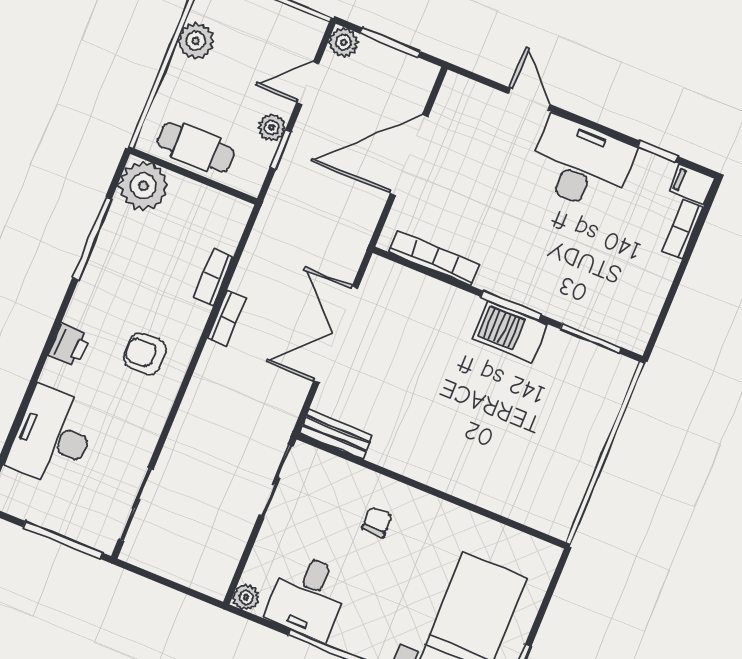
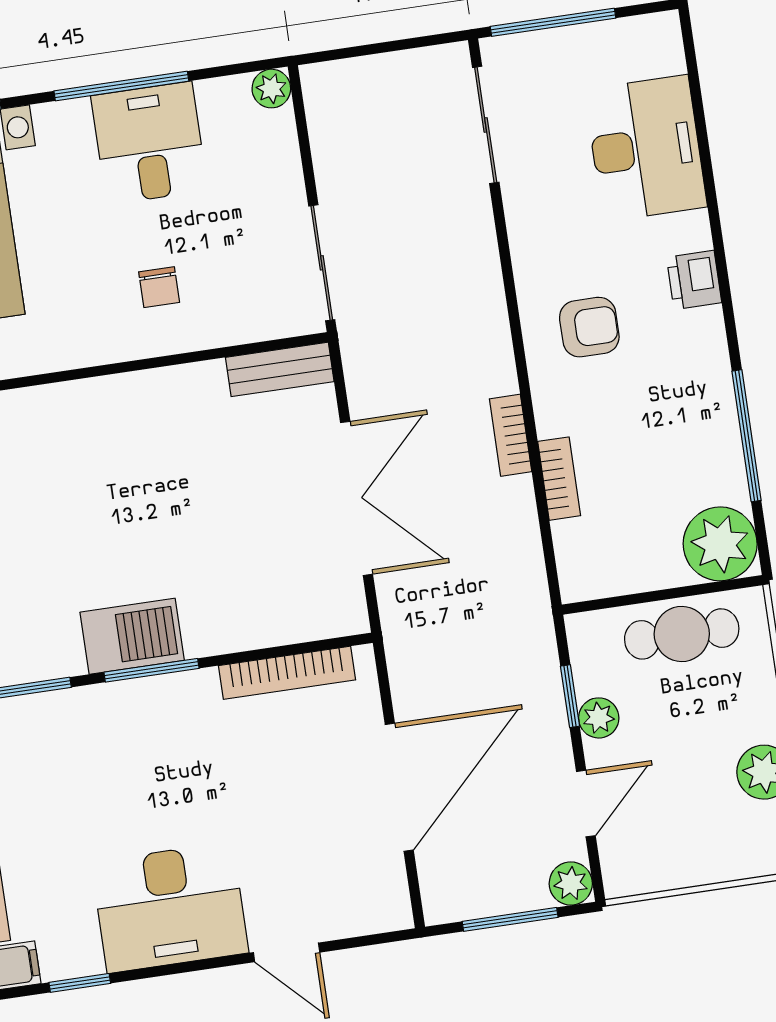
desk: (308, 597) -> (149, 143), moved

